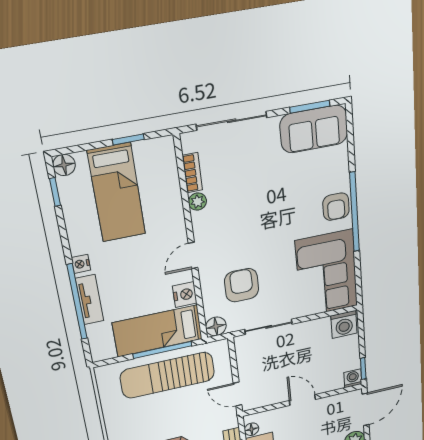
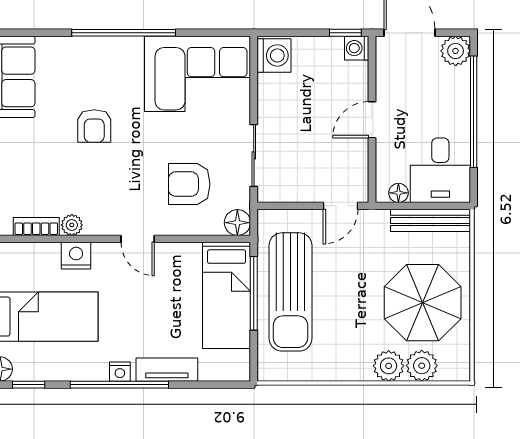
armchair: (336, 207) -> (94, 126), moved, turned 90
nightstand: (185, 295) -> (76, 256), moved
window: (77, 302) -> (119, 385), moved

